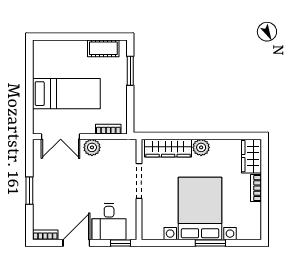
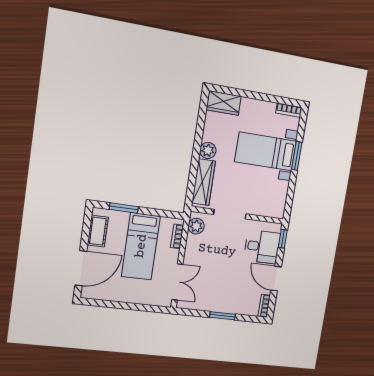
door: (63, 37) -> (81, 268), added
bed: (66, 94) -> (141, 246), moved, turned 180
plant: (92, 147) -> (196, 226), moved
bookcase: (256, 188) -> (289, 110), moved
bed with nightstands: (200, 208) -> (266, 151), width x0.73

